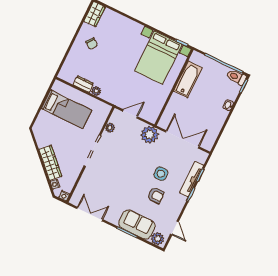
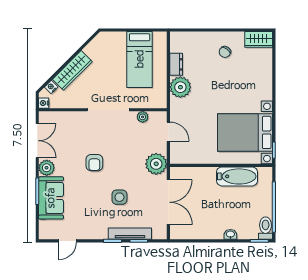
plant: (96, 91) -> (180, 87), width x1.88, depth x1.88
armchair: (156, 195) -> (94, 163), moved
plant: (158, 239) -> (47, 168), moved

